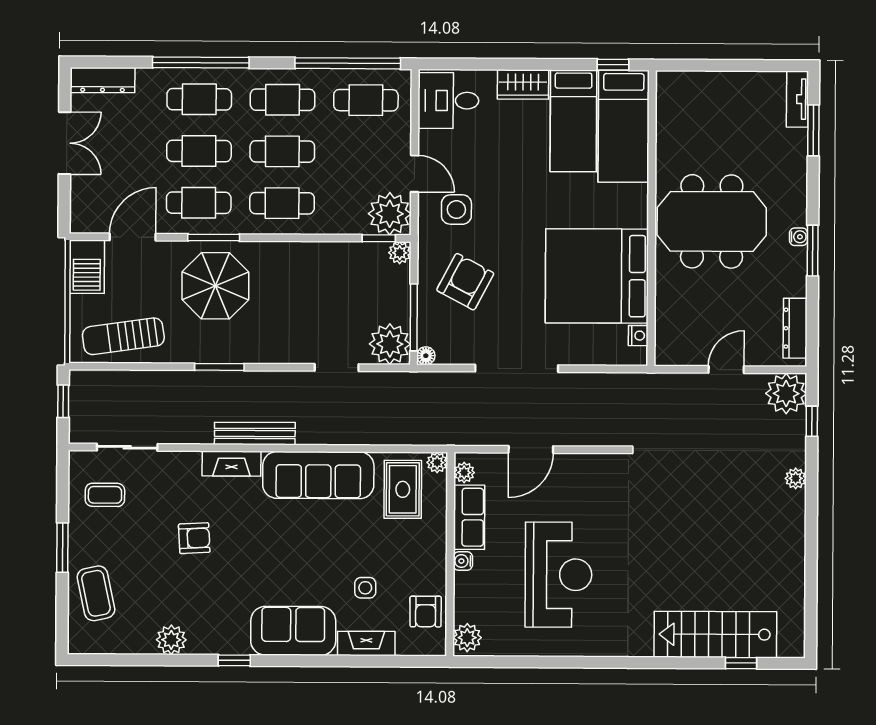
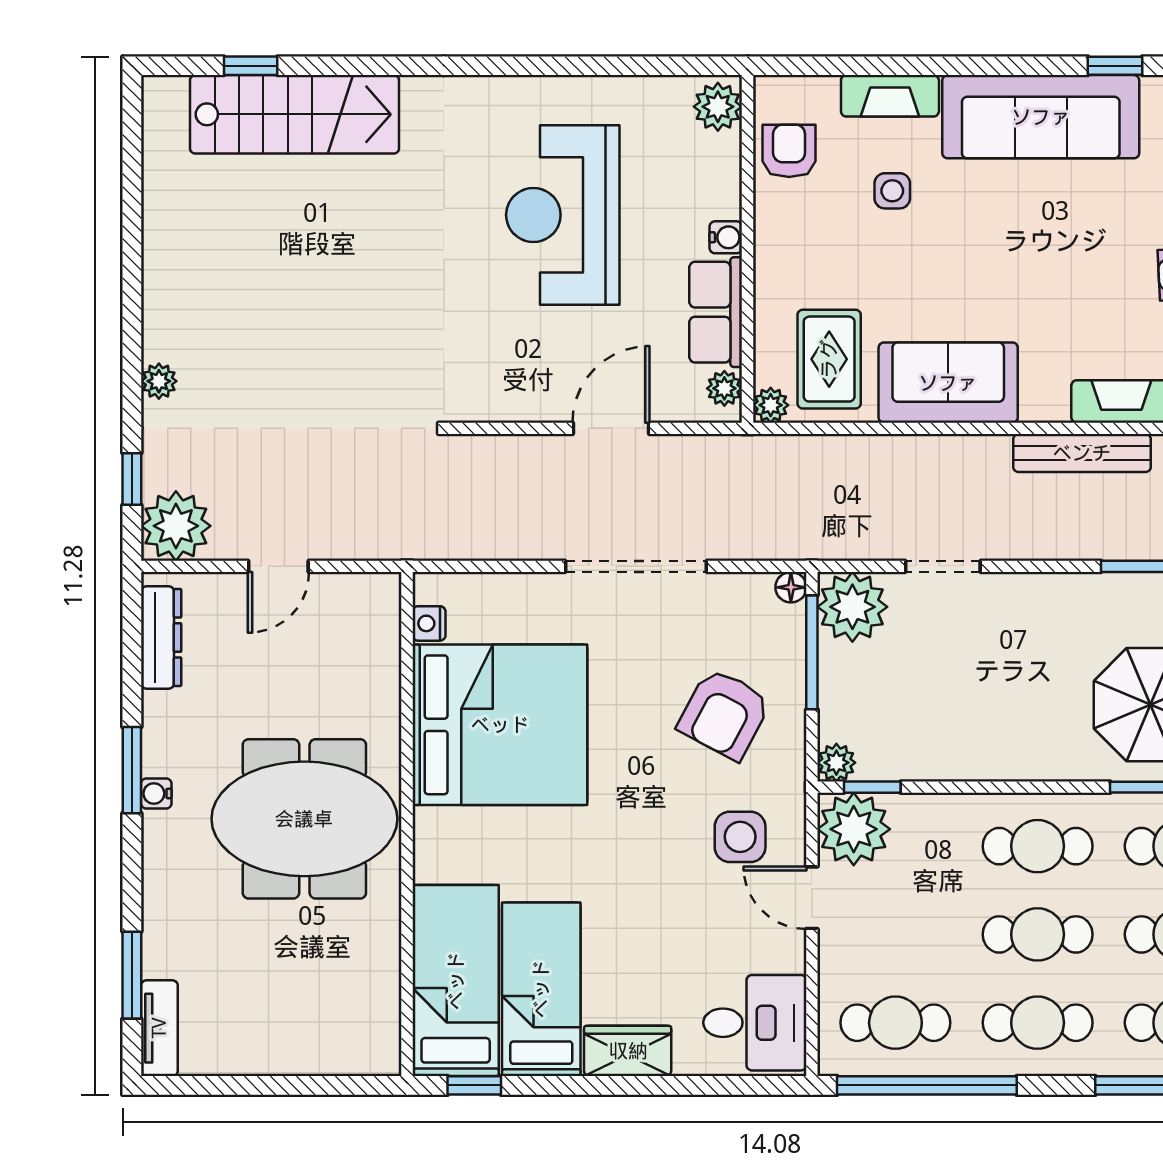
sofa: (318, 475) -> (948, 383), width x0.73
sofa: (293, 631) -> (1041, 117), width x1.36

